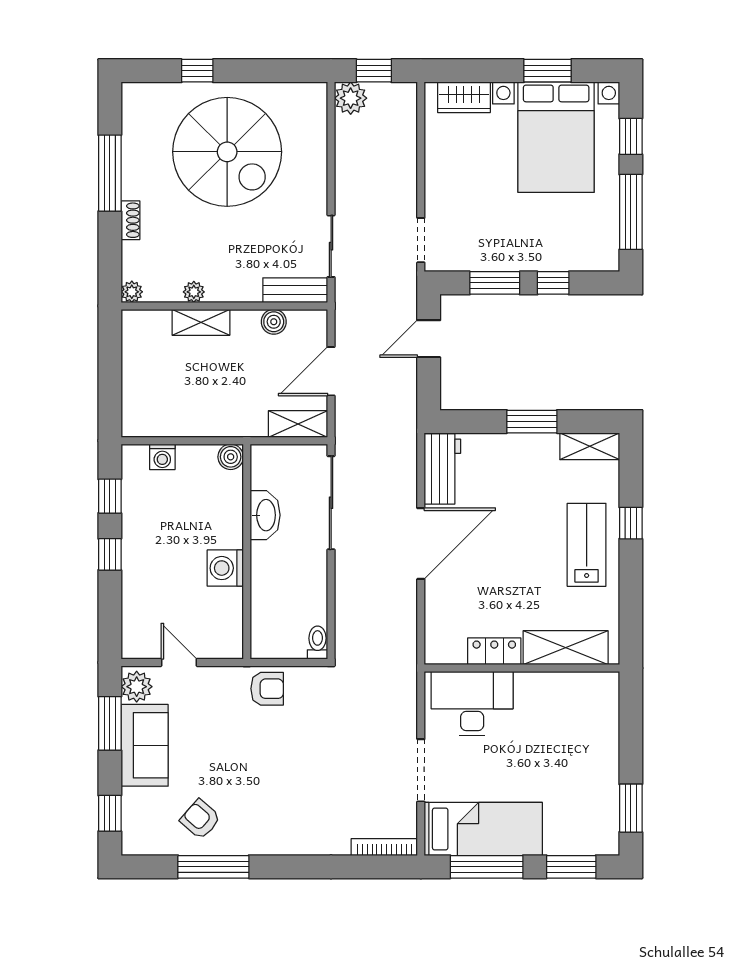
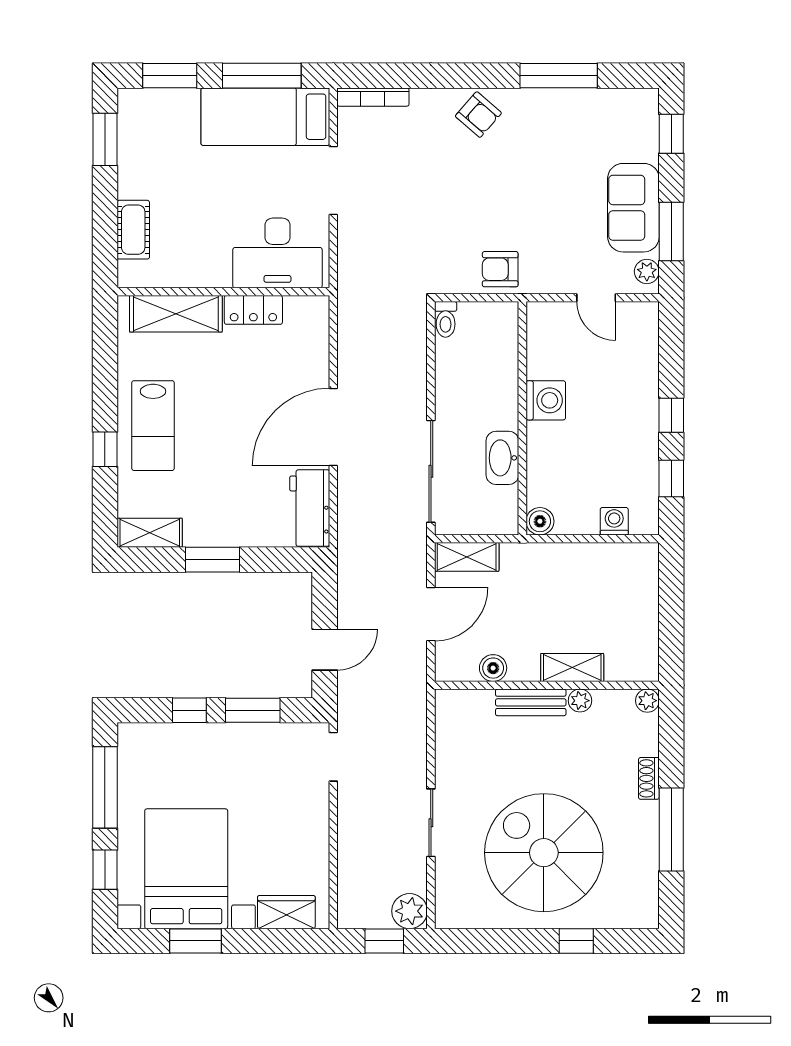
sliding door: (331, 246) -> (431, 823), moved
bench: (295, 290) -> (531, 702), moved
plant: (137, 687) -> (647, 271), width x0.73, depth x0.73
cot: (605, 725) -> (133, 230), added
armchair: (200, 819) -> (478, 115), moved

